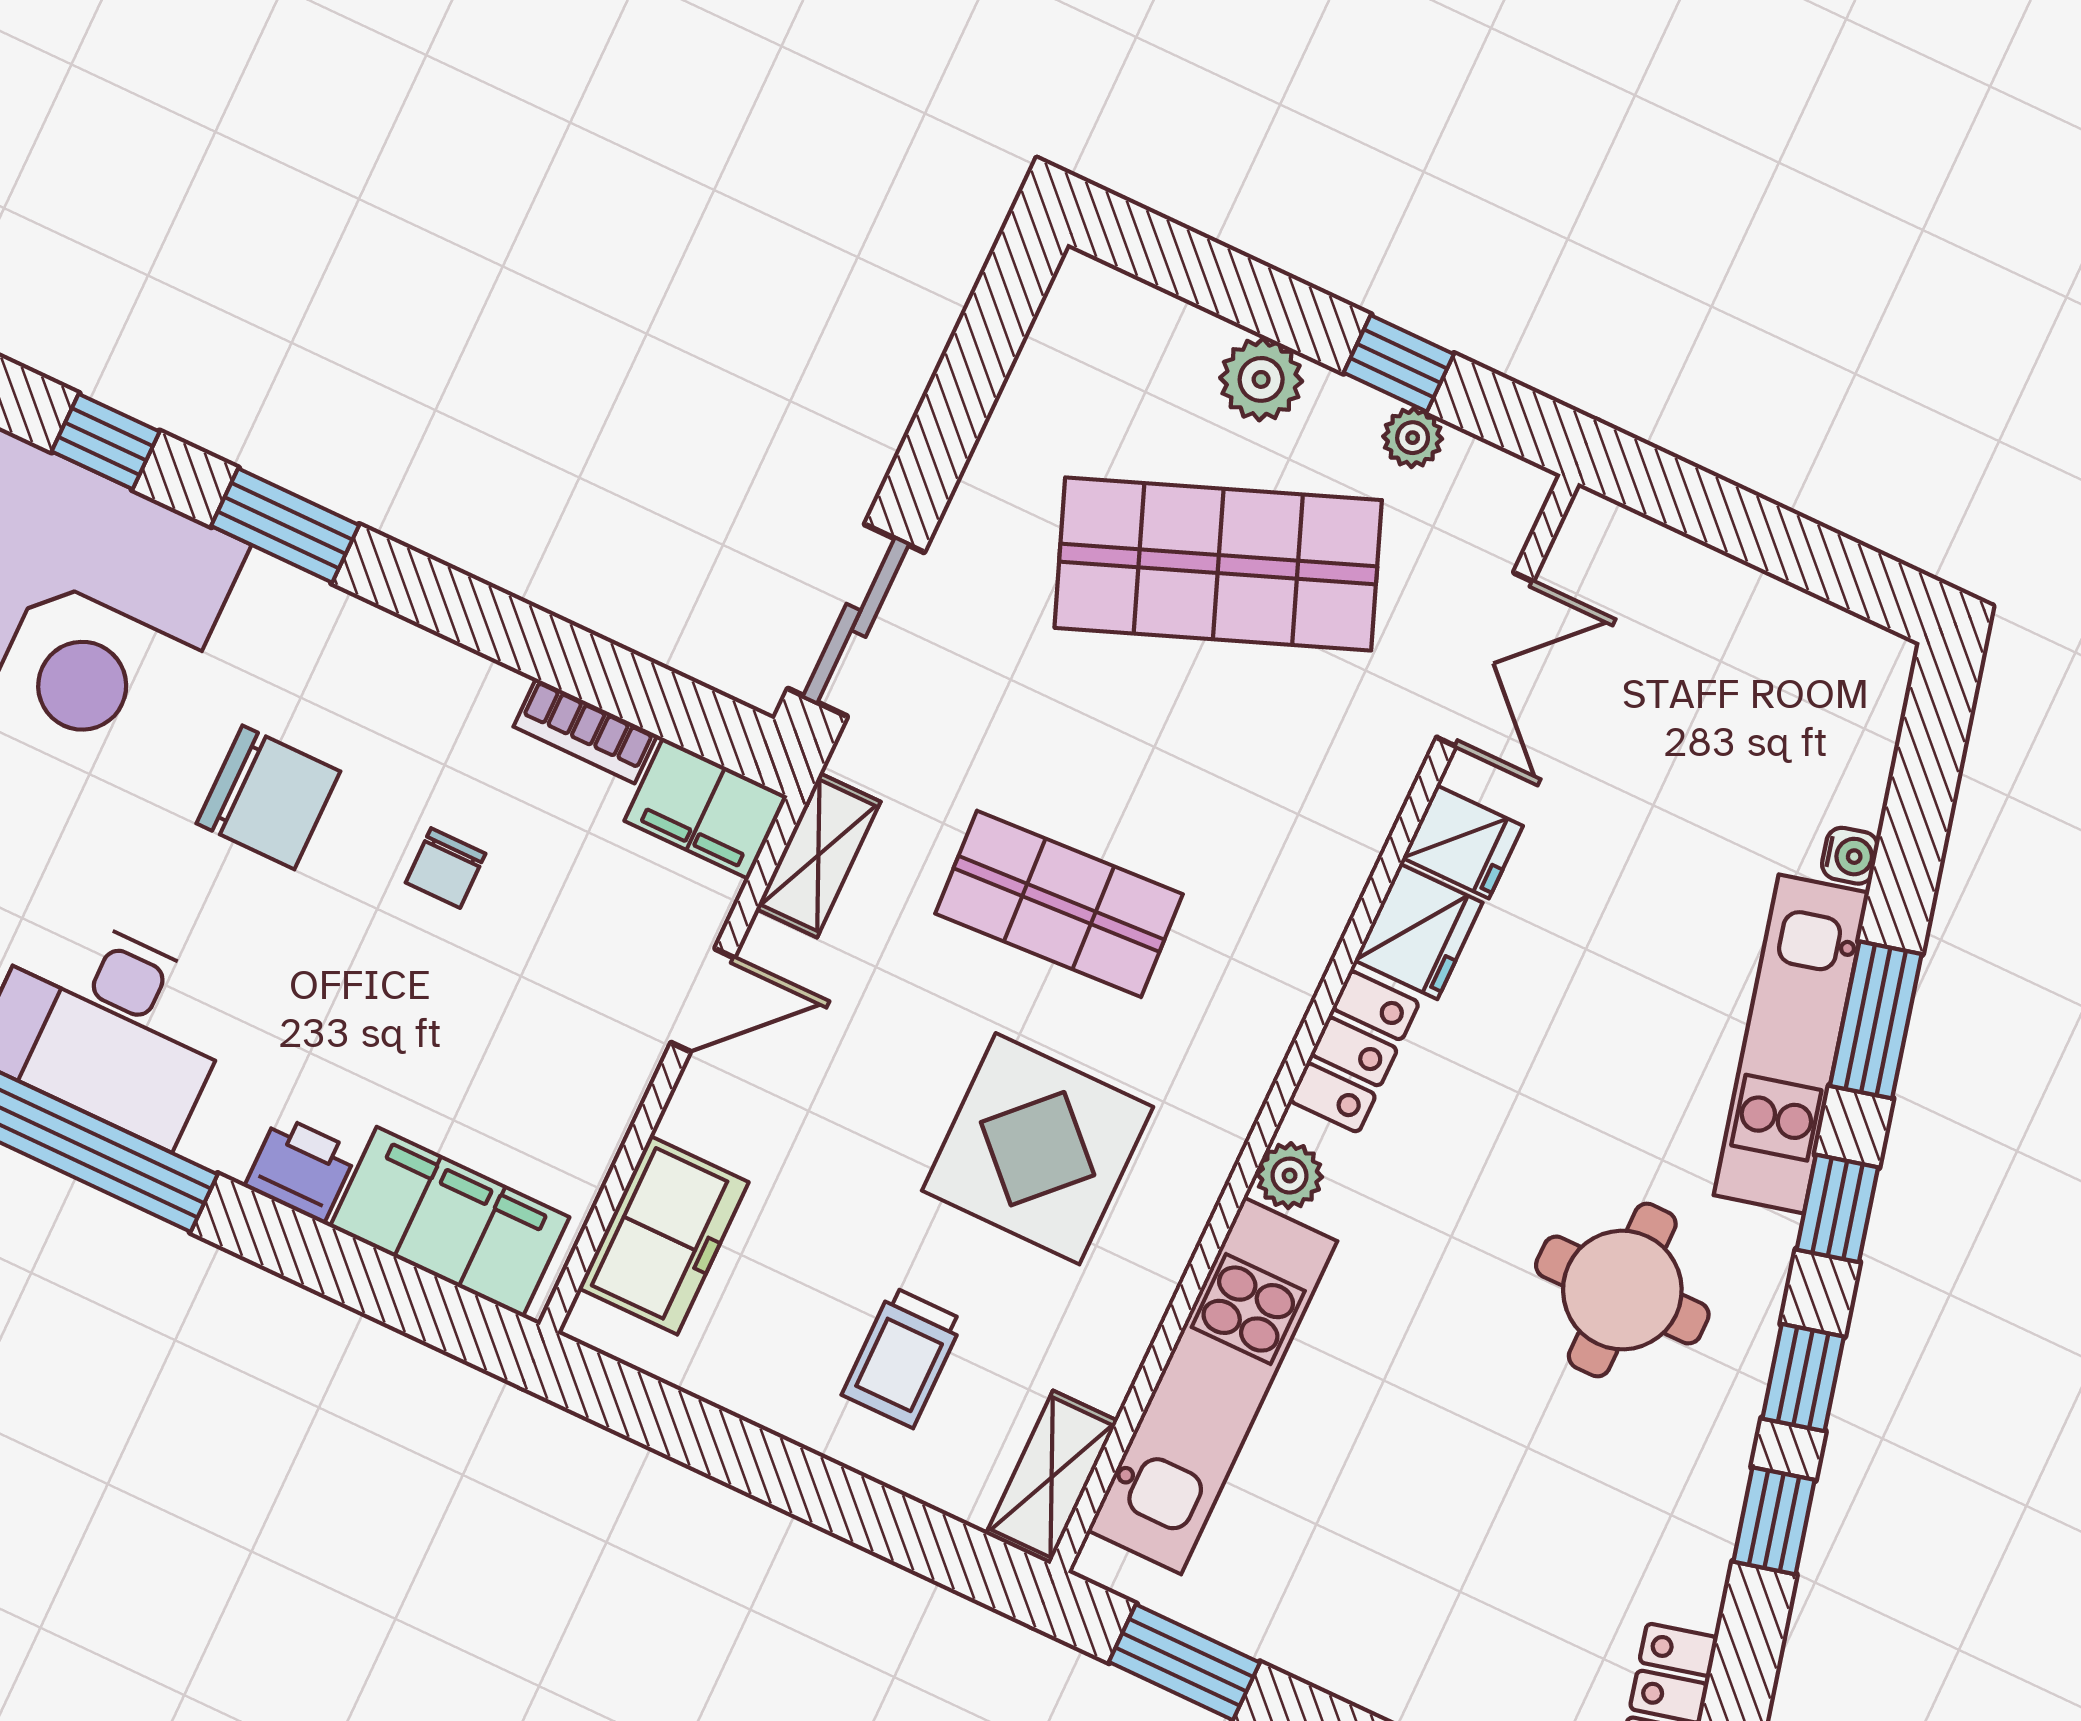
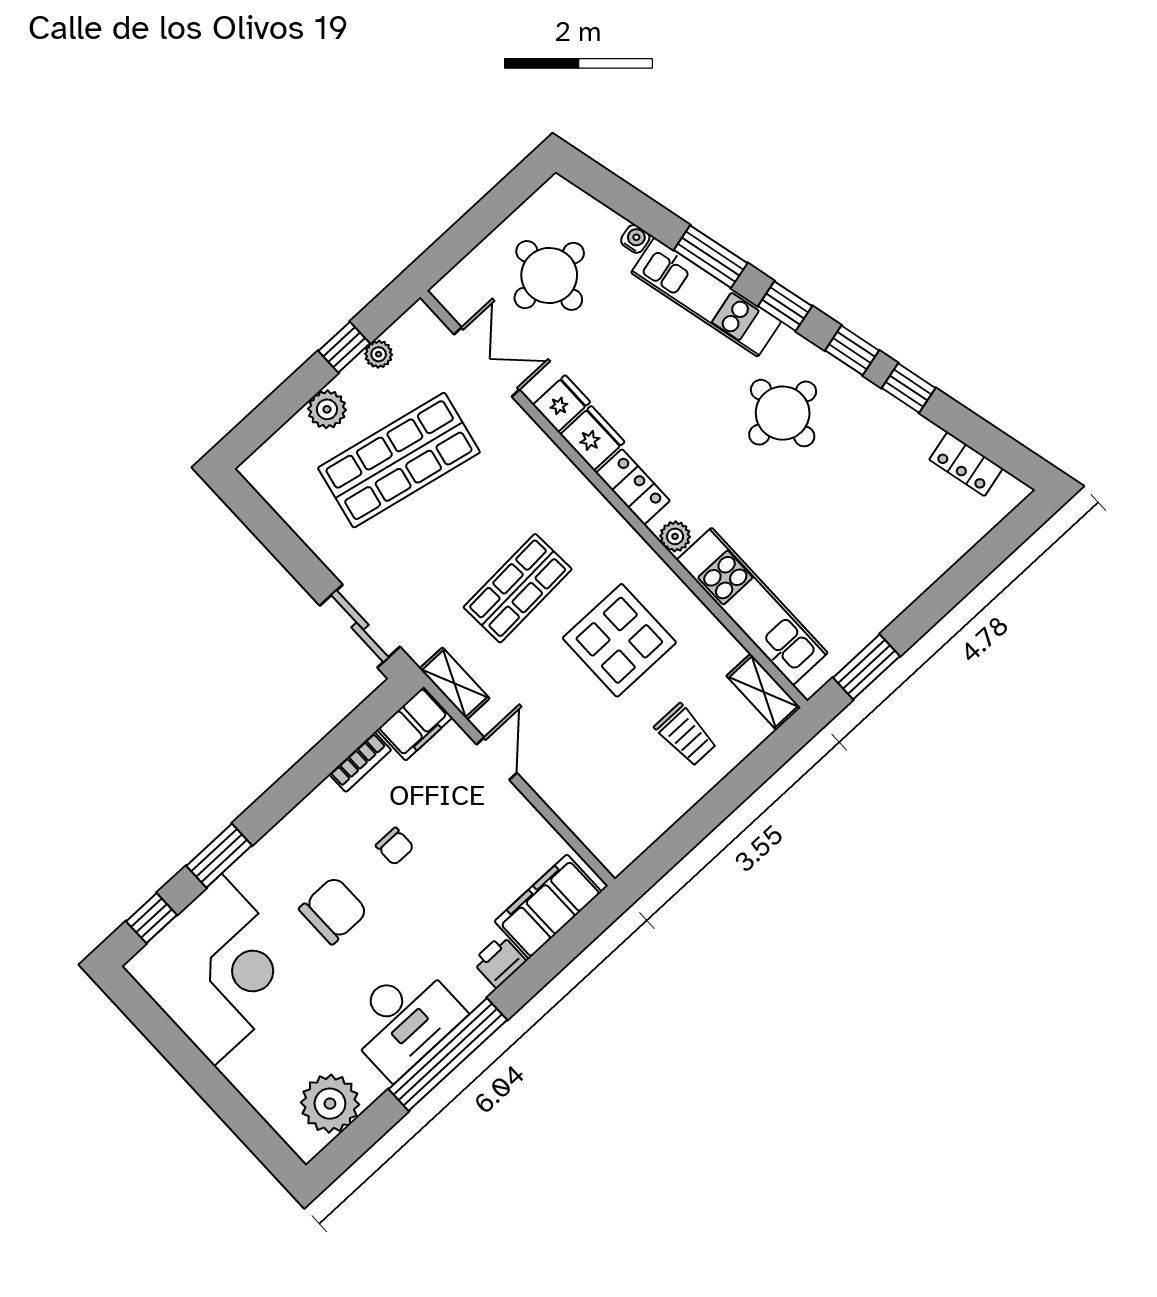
shop shelf: (1218, 564) -> (399, 460), turned 33
round table: (1708, 714) -> (549, 275), added
freezer: (664, 1235) -> (591, 817), removed

